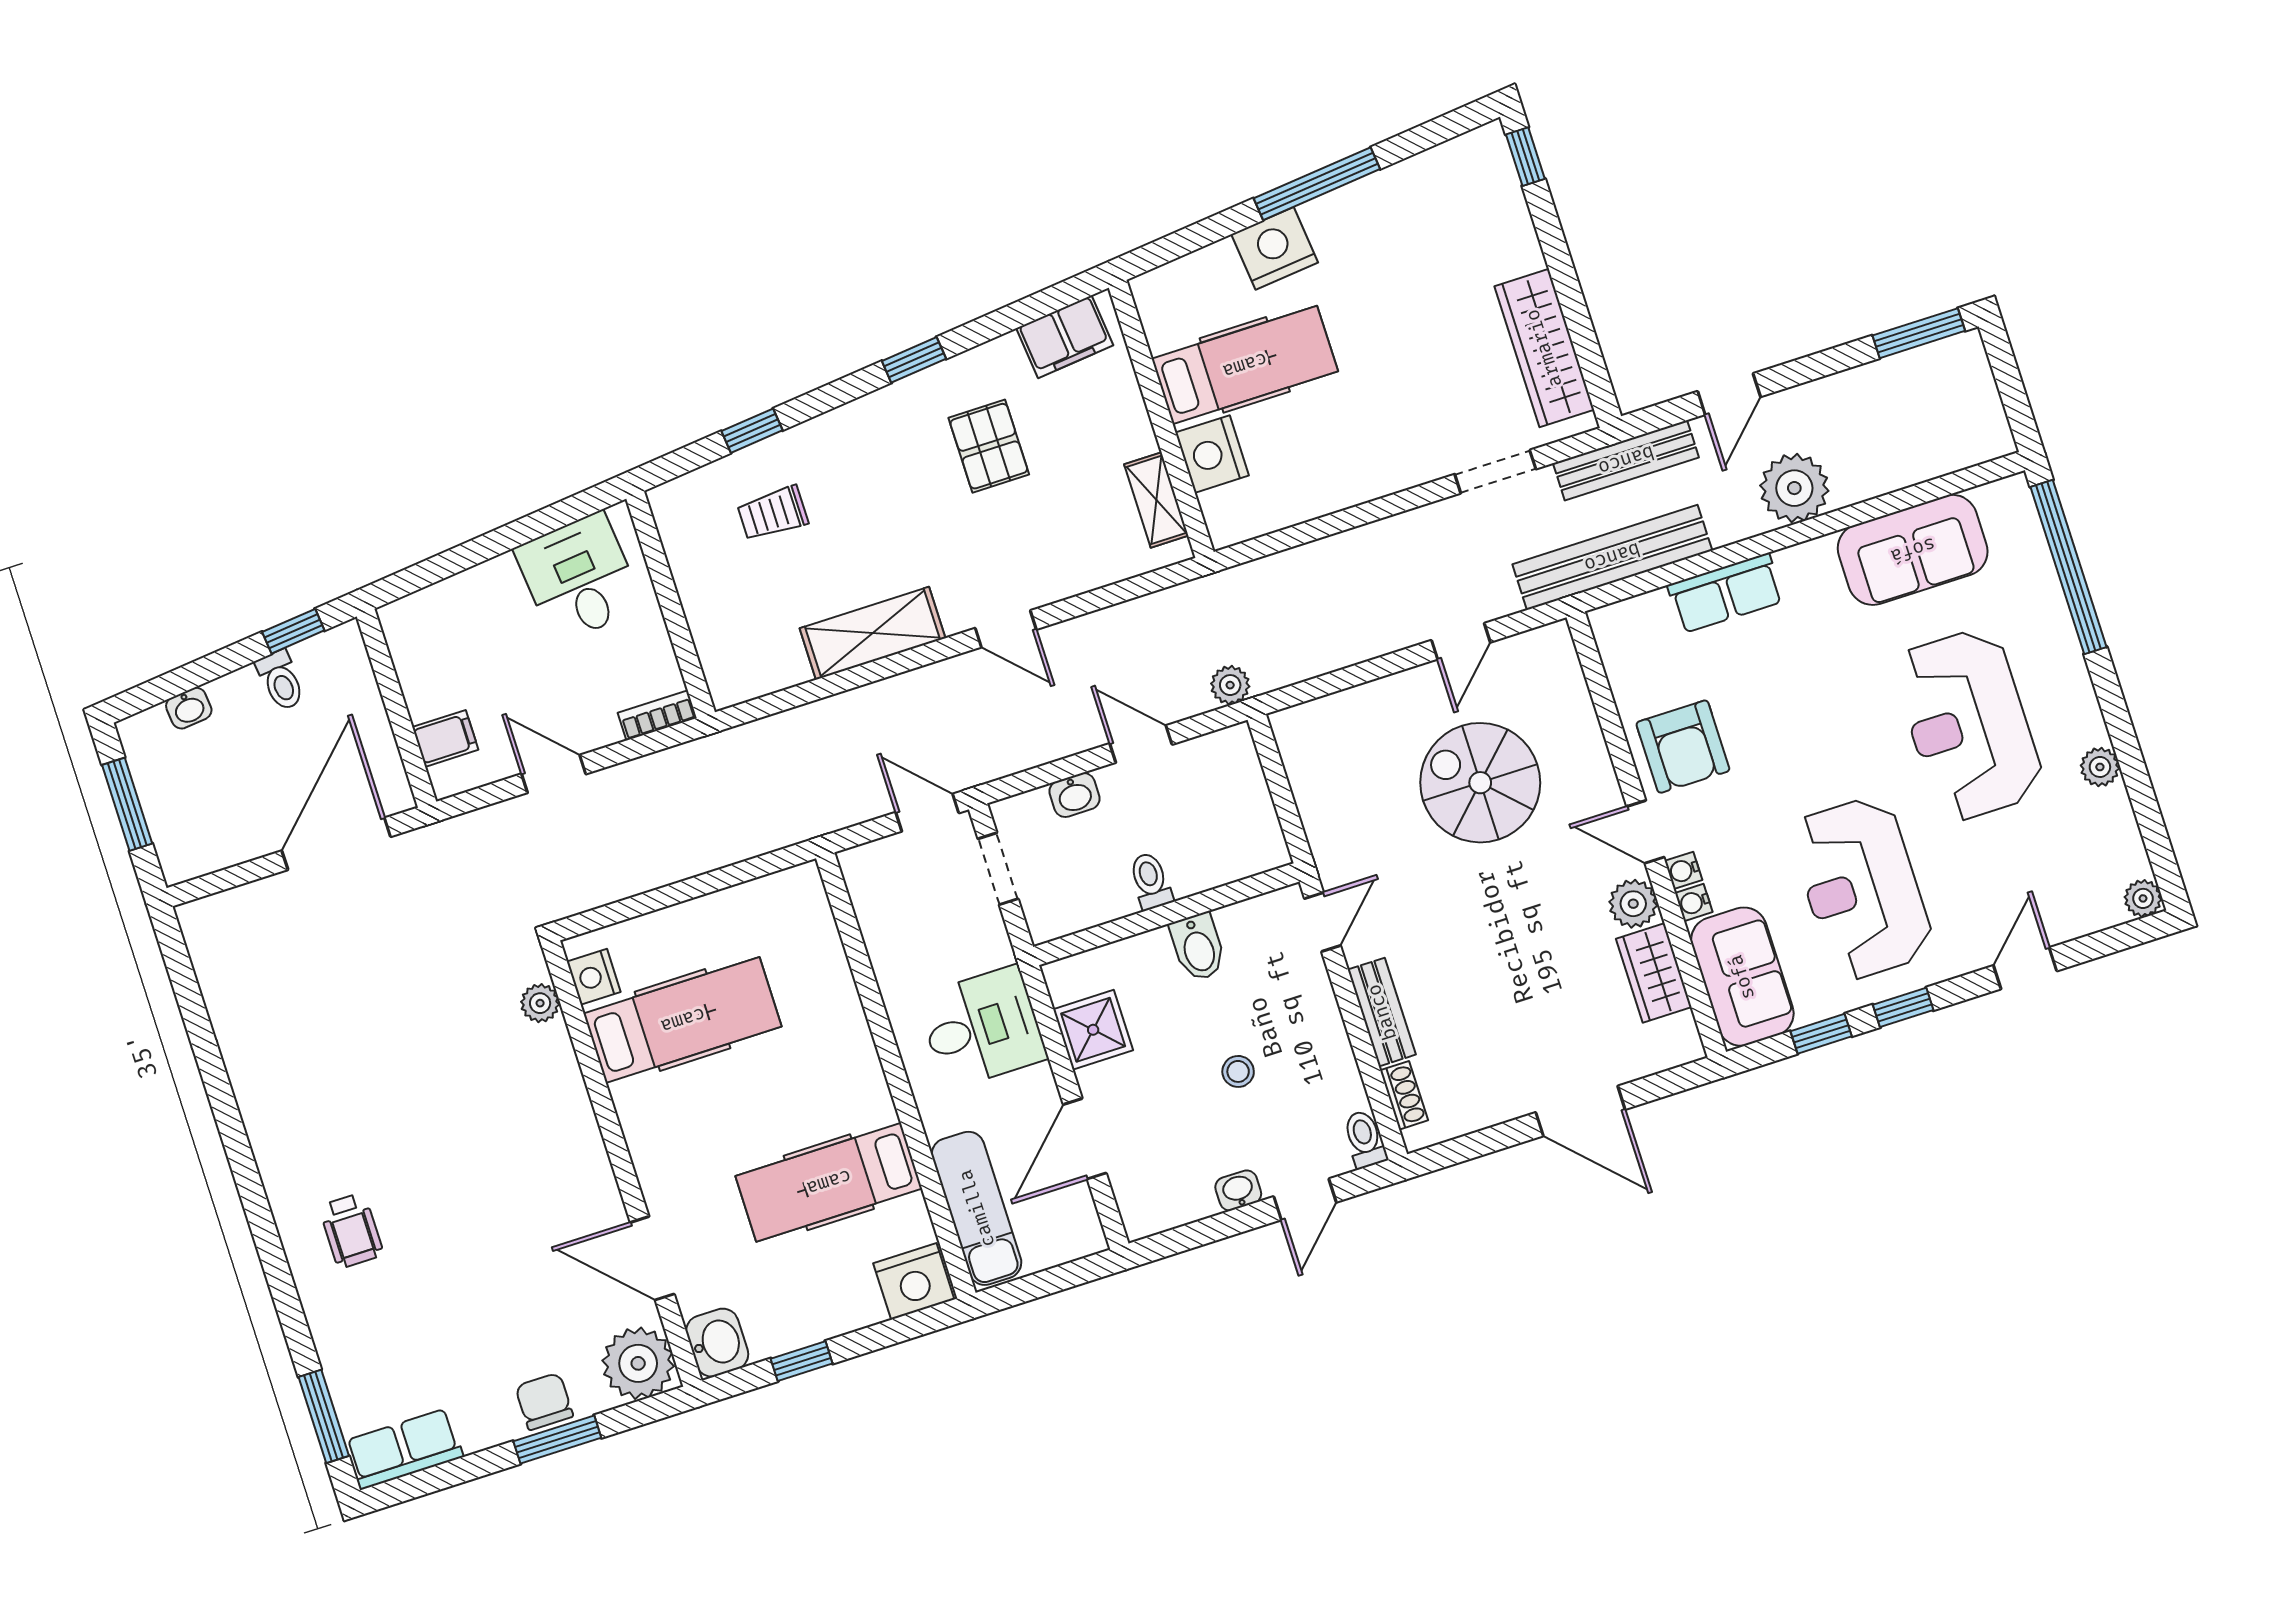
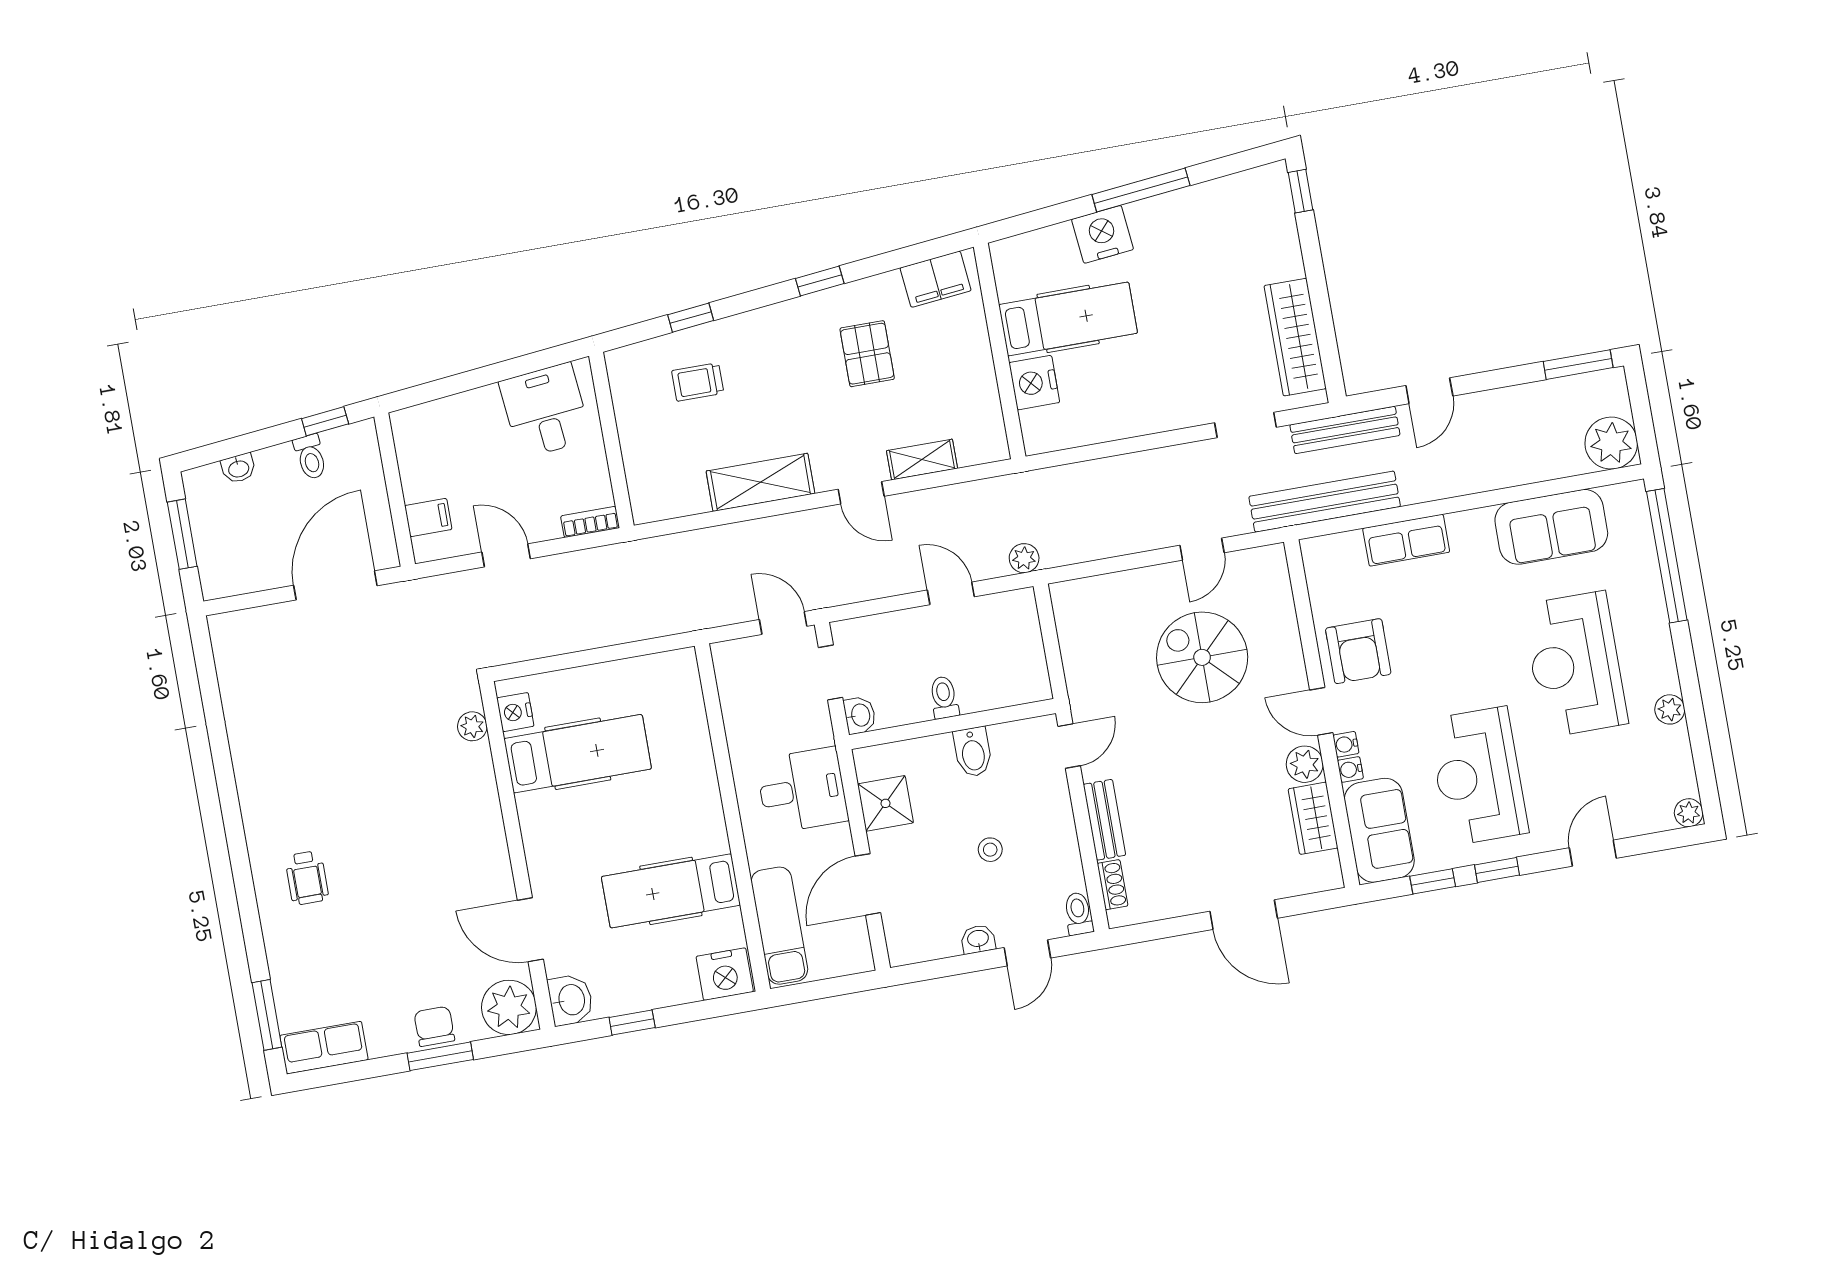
plant: (1794, 488) -> (1611, 443), moved
shelving: (1156, 500) -> (922, 460), moved, turned 90
washbasin: (1074, 795) -> (860, 715), moved, turned -90

